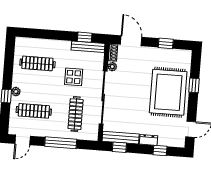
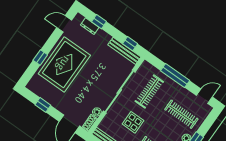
dresser: (149, 140) -> (90, 26), moved

